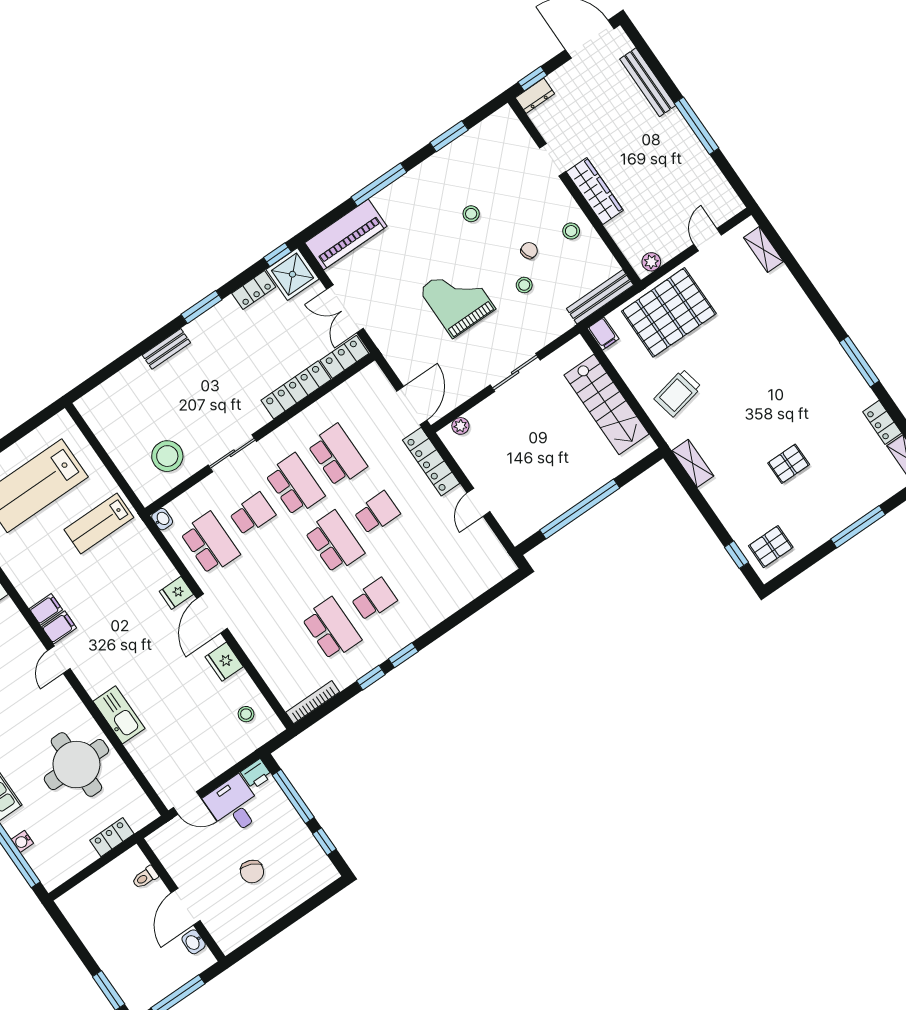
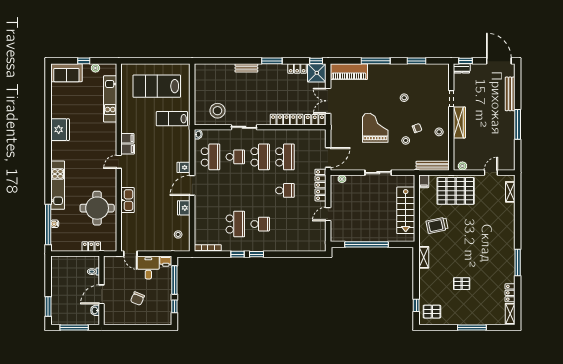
school desk: (334, 542) -> (260, 190), removed

